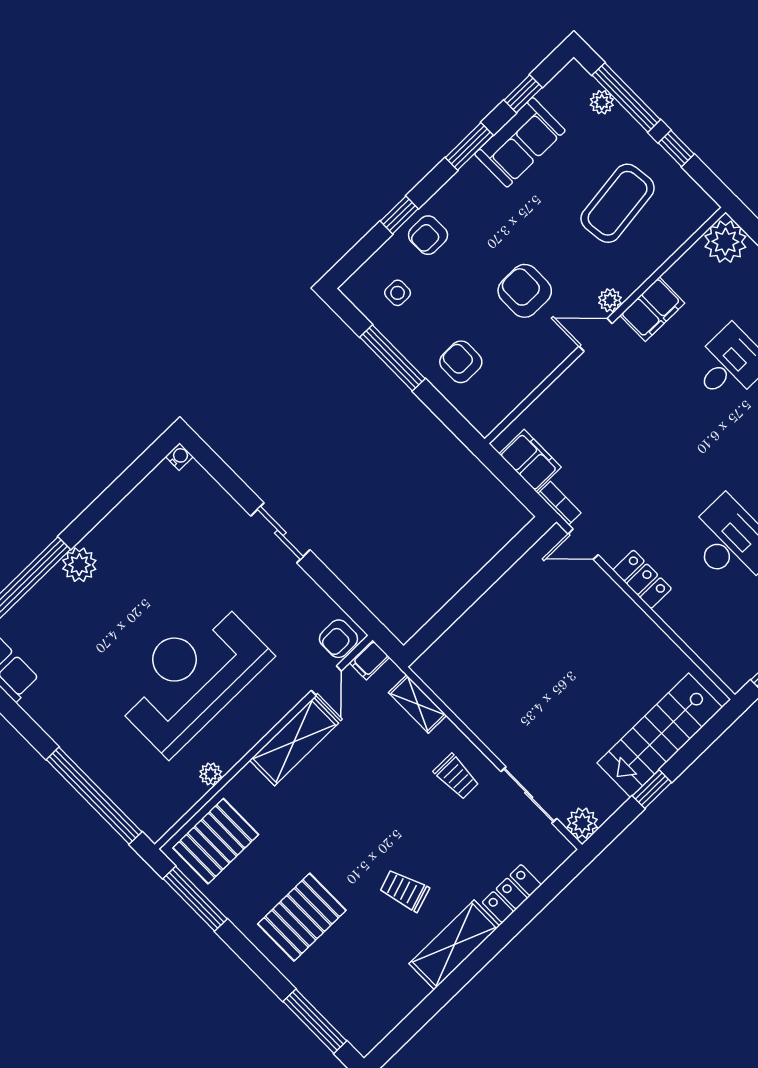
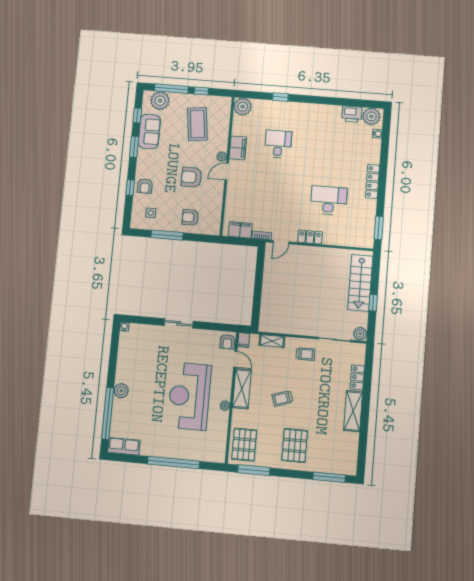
plant: (602, 102) -> (160, 101), width x1.88, depth x1.88
plant: (211, 774) -> (225, 406), moved
window: (94, 796) -> (173, 463), moved
trolley: (404, 890) -> (282, 398), moved

